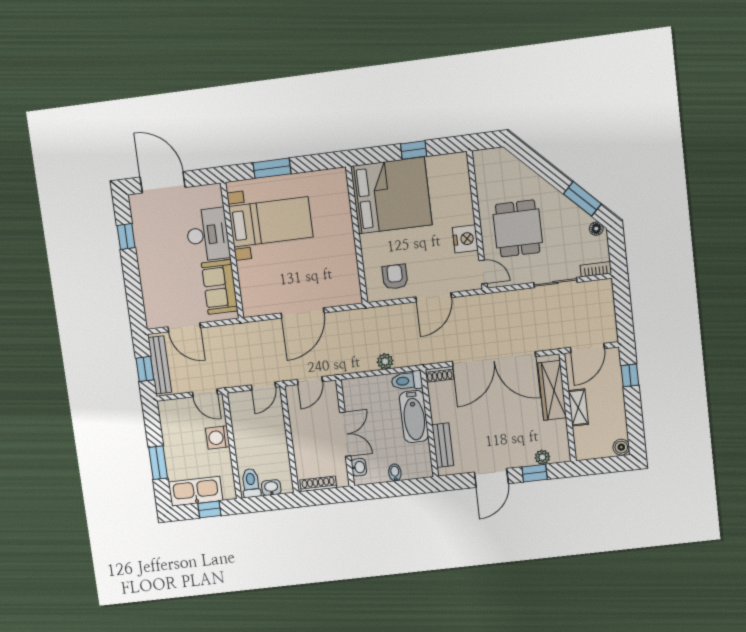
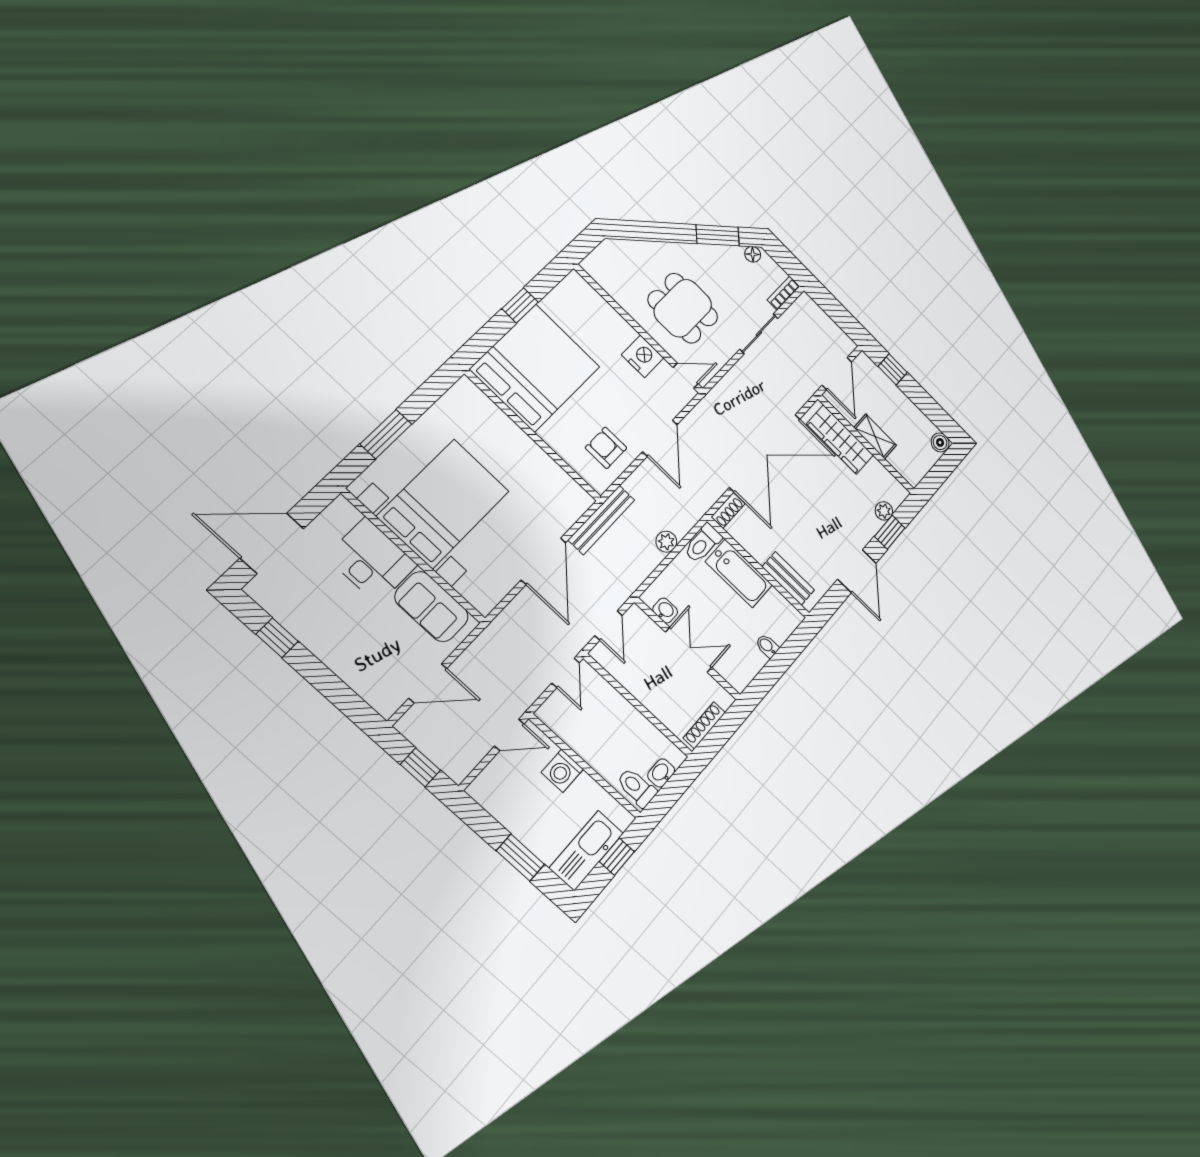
bed with nightstands: (271, 222) -> (443, 504), width x1.36
bench: (160, 365) -> (602, 520), moved, turned 90
washbasin: (359, 467) -> (665, 611), moved

